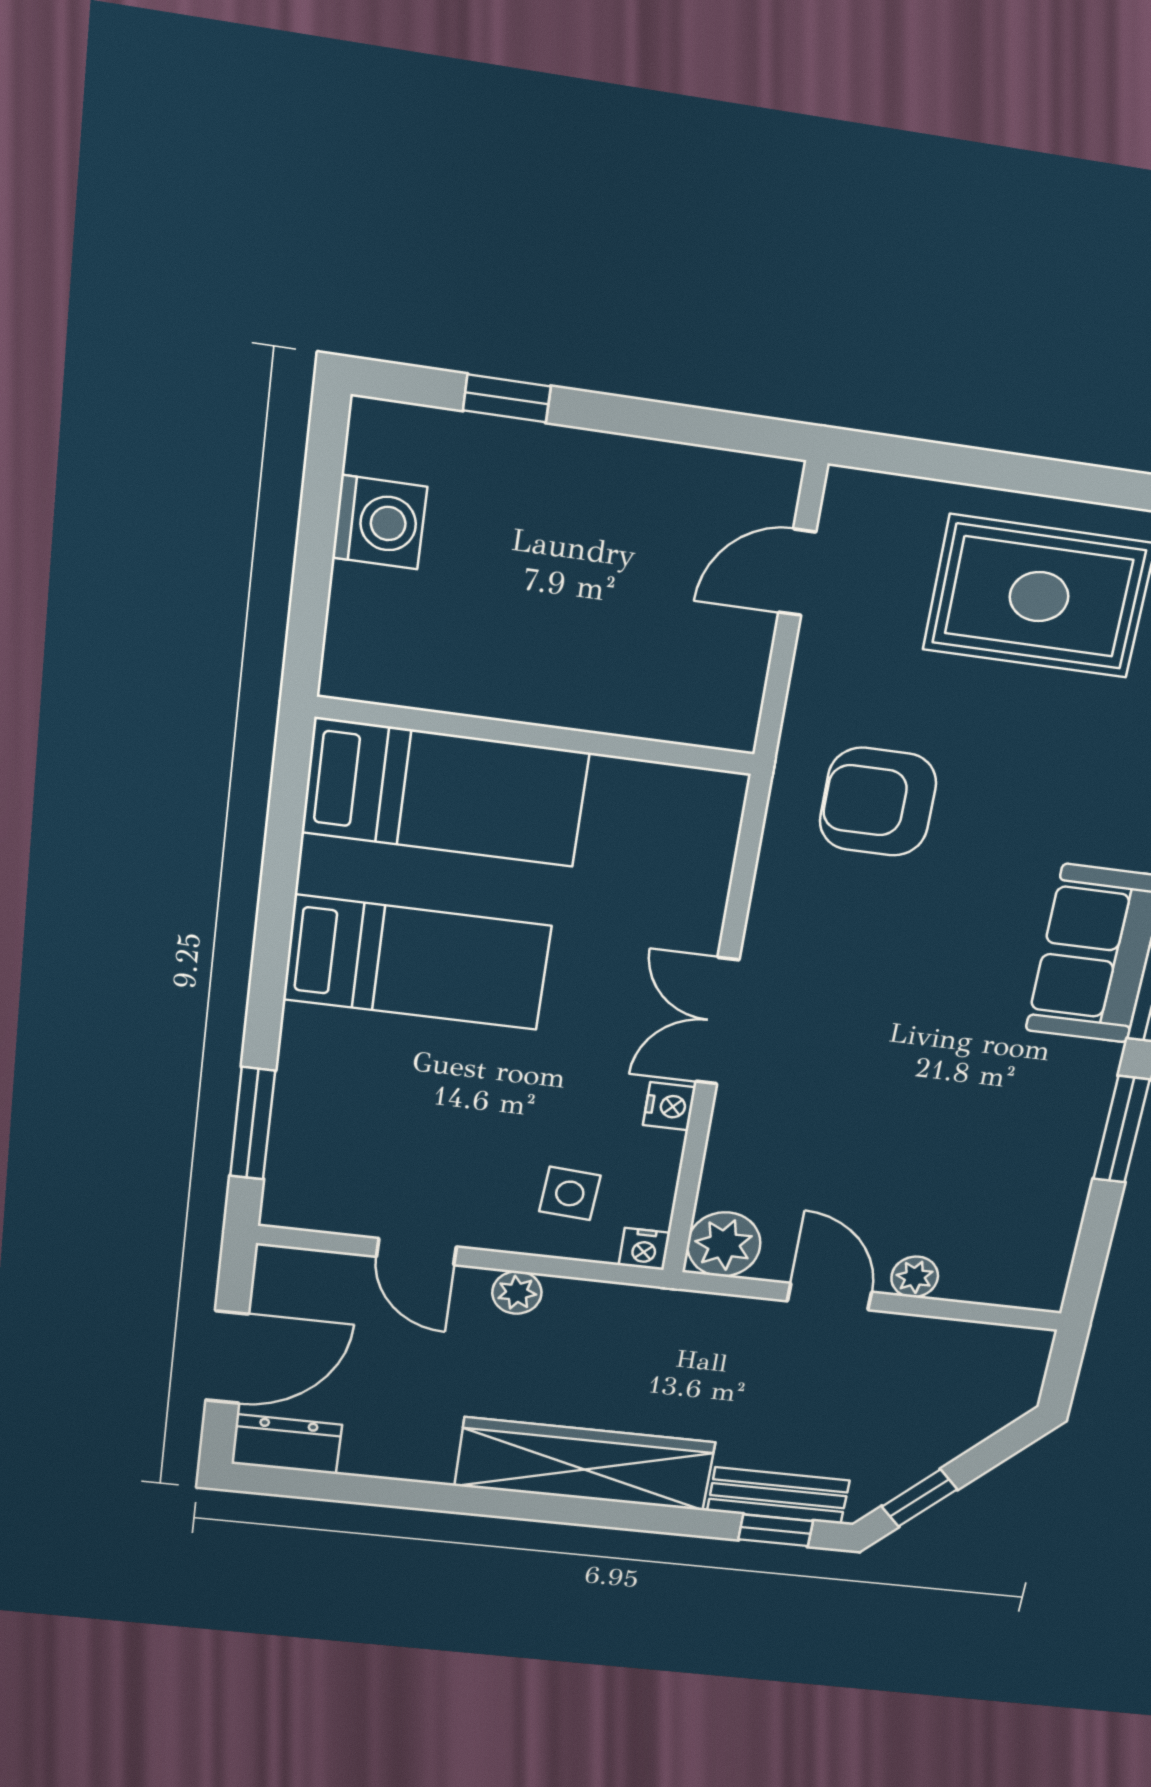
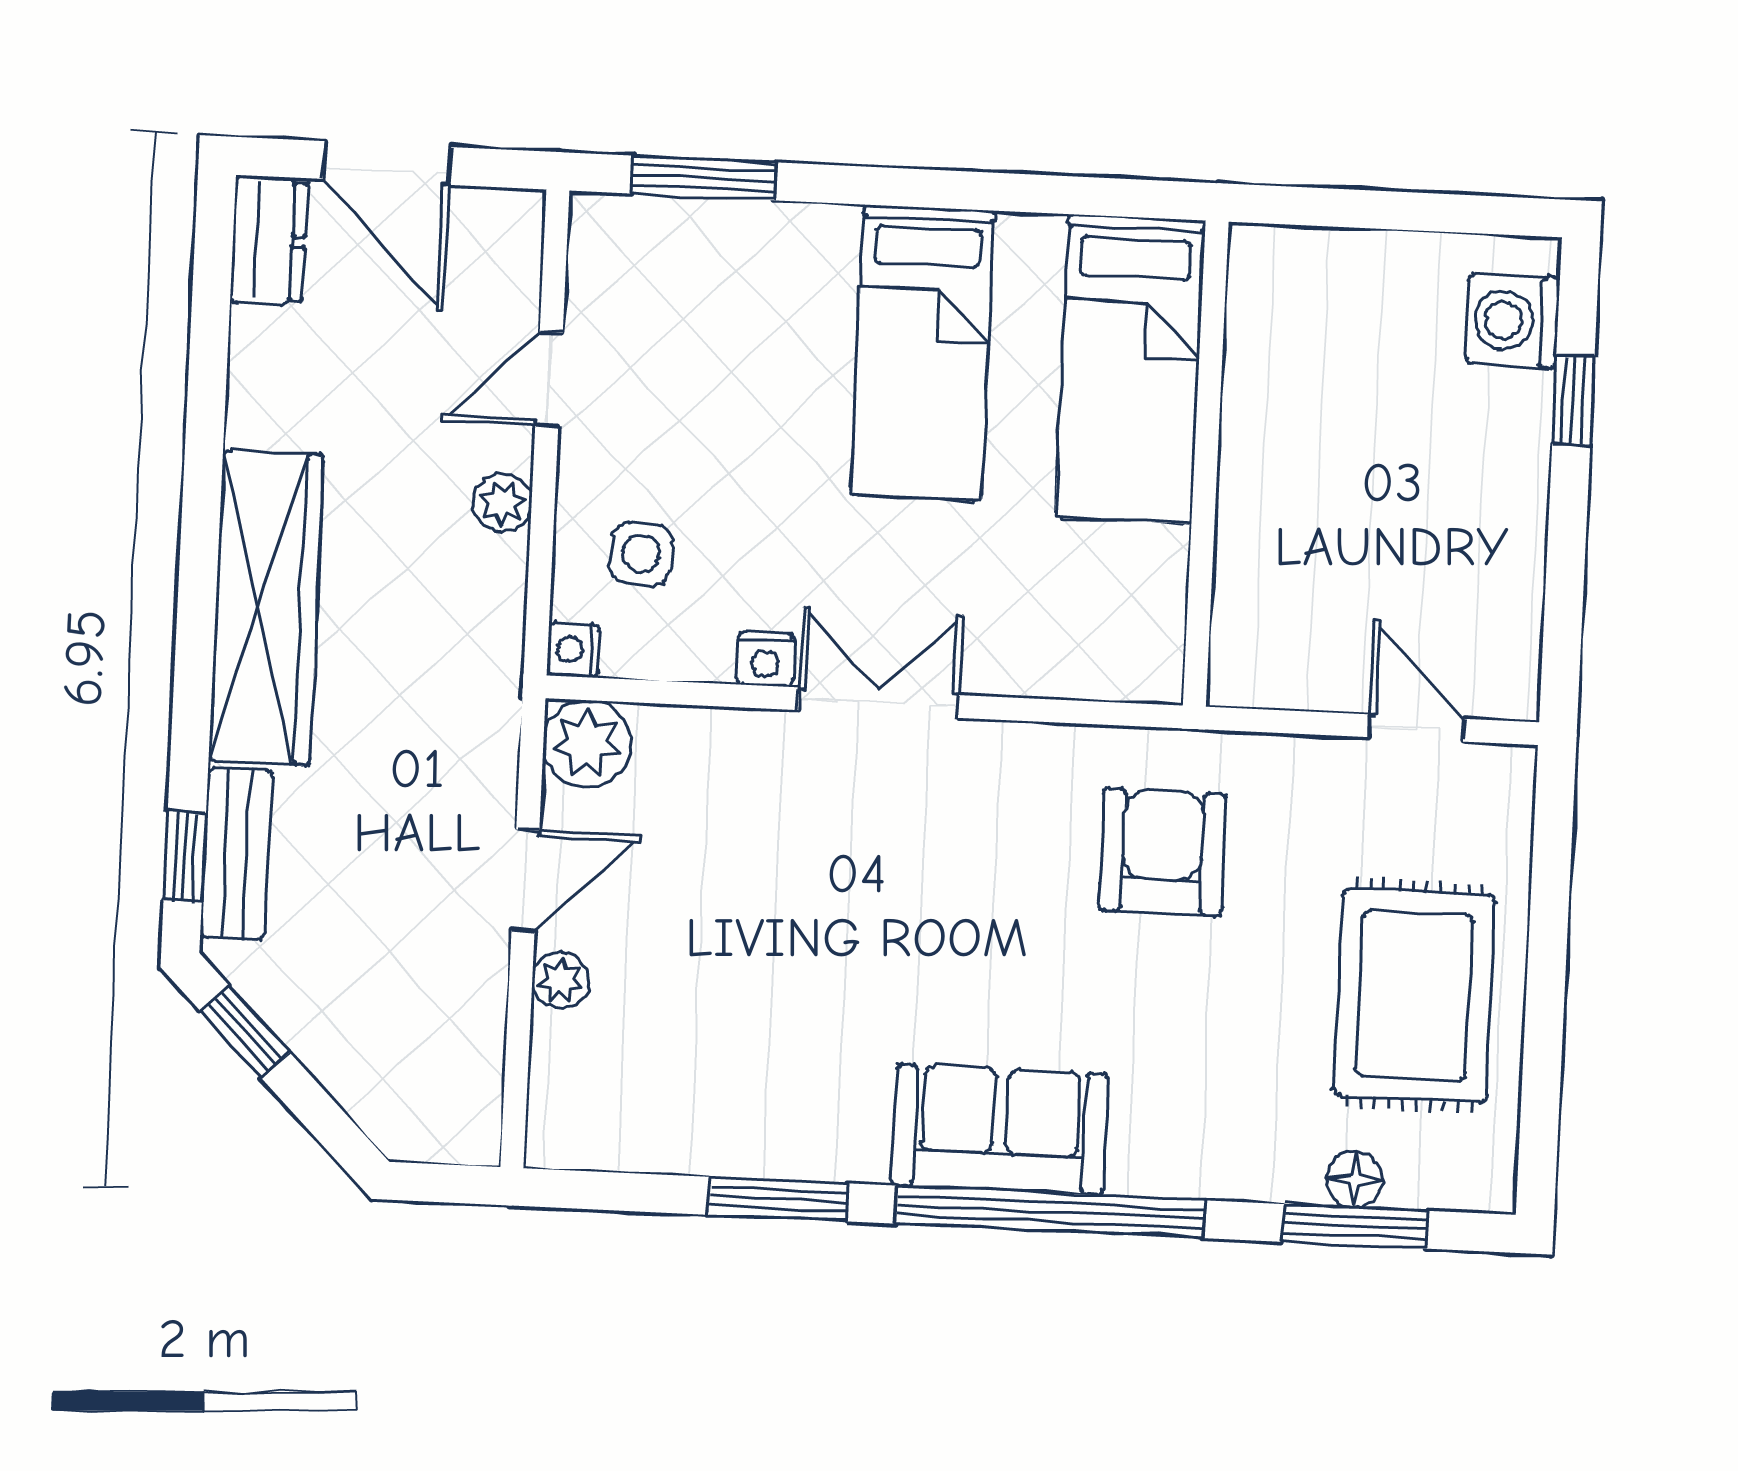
washing machine: (380, 522) -> (1513, 321), moved, turned 90

